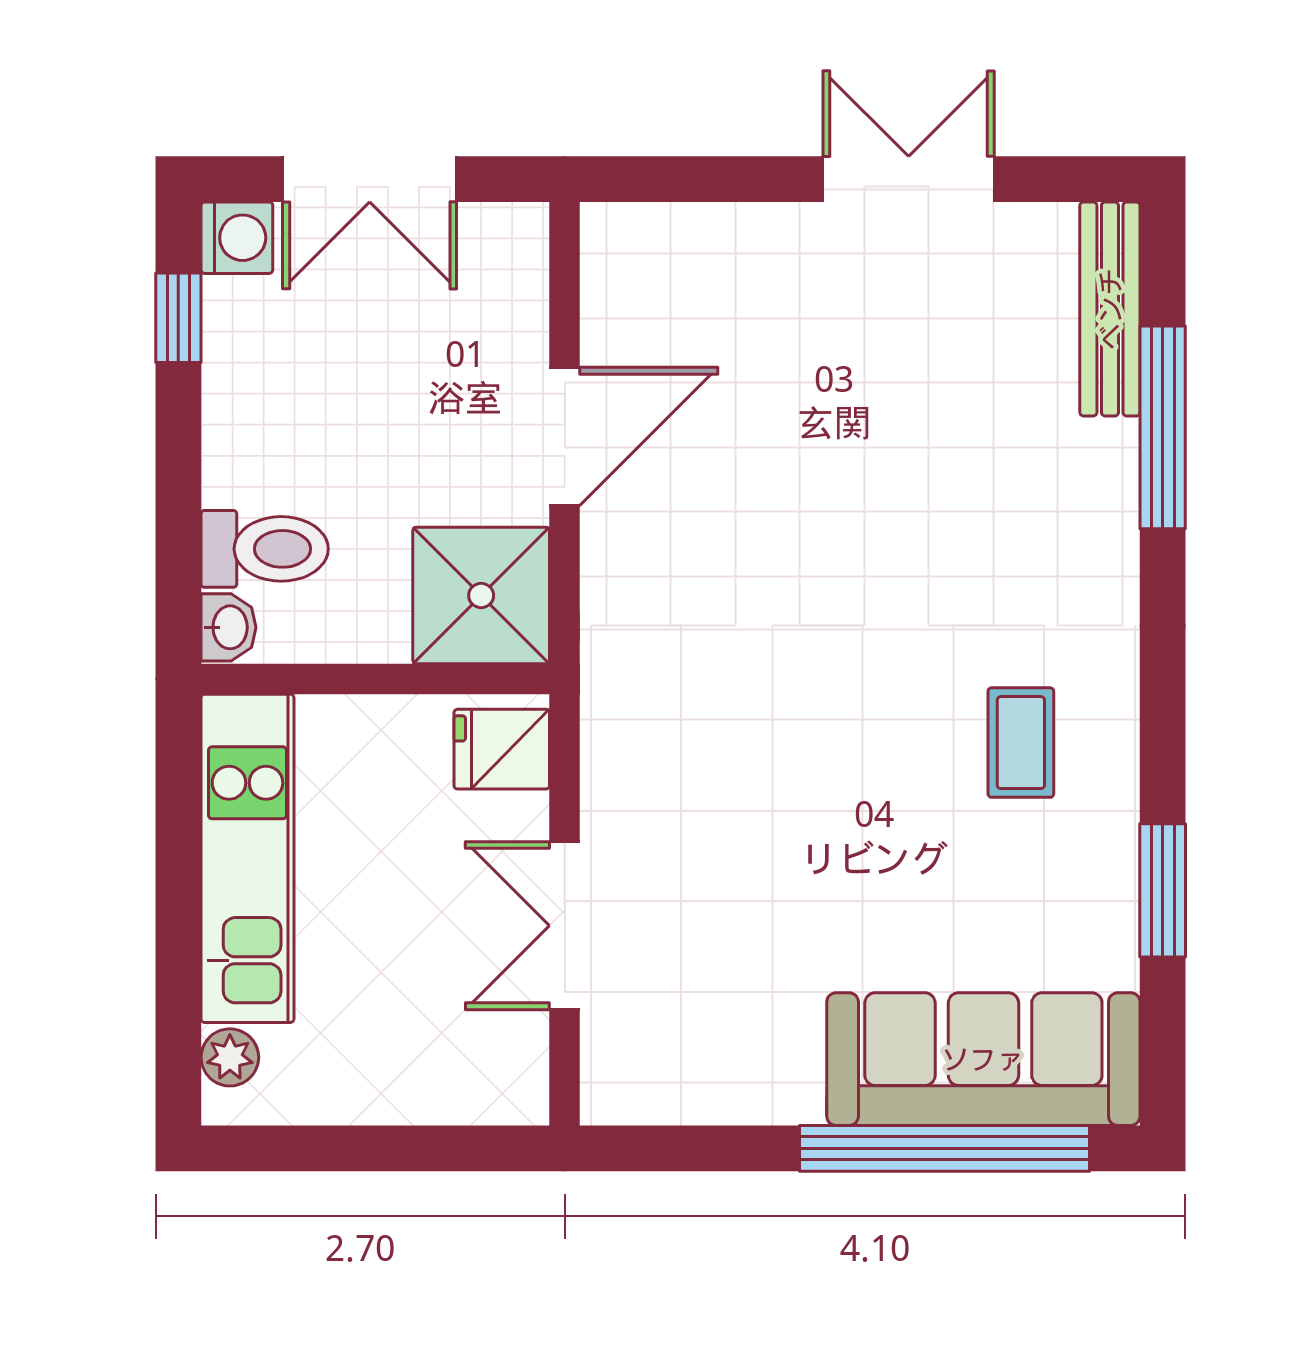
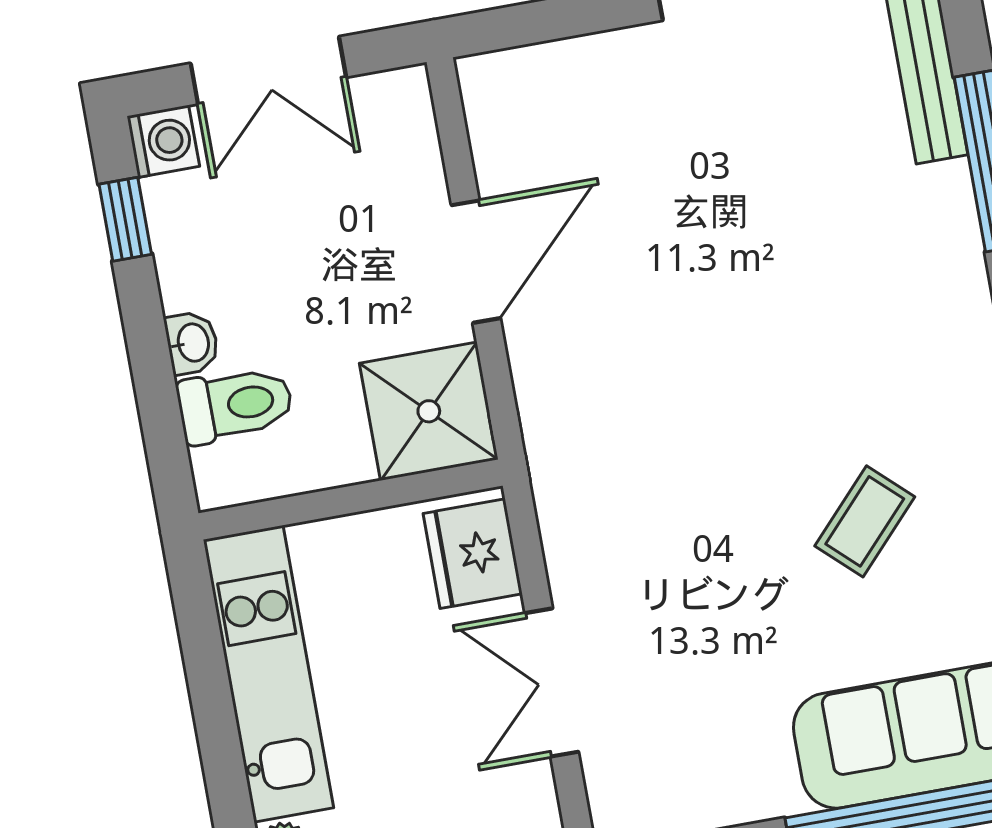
washbasin: (228, 627) -> (192, 343), moved
coffee table: (1021, 743) -> (865, 521), moved, turned 43
fridge: (502, 749) -> (473, 554), width x1.38

